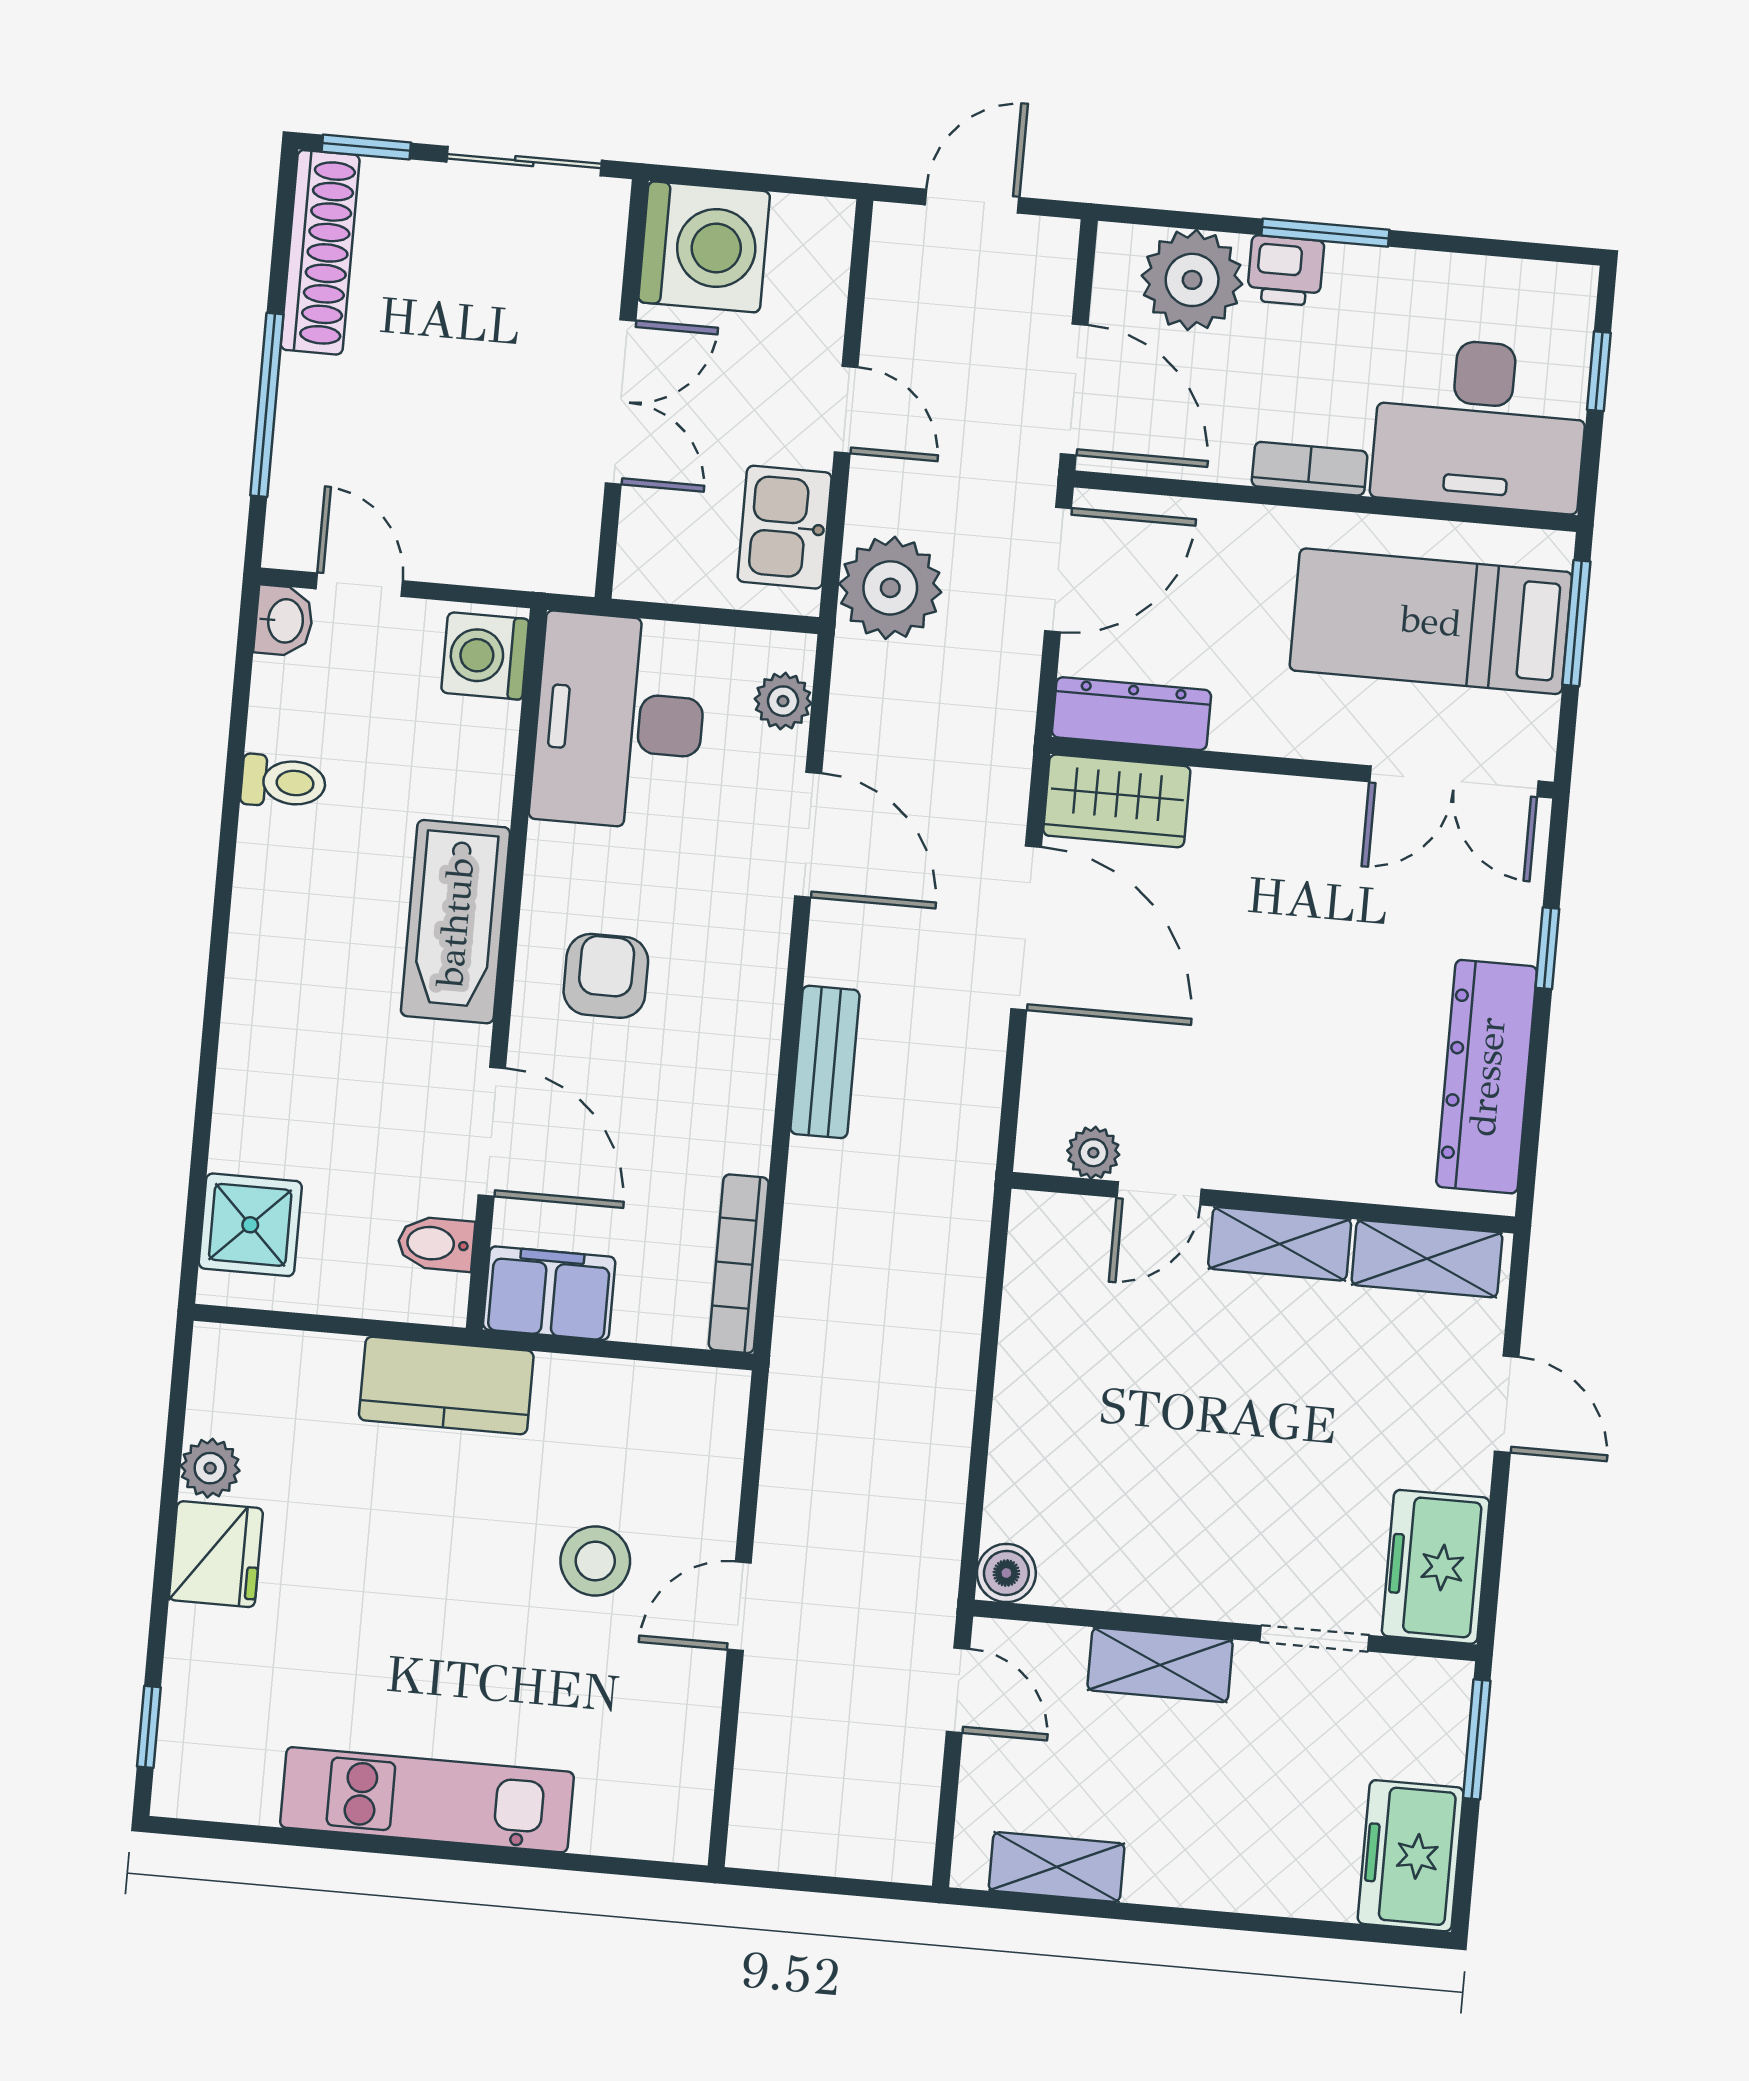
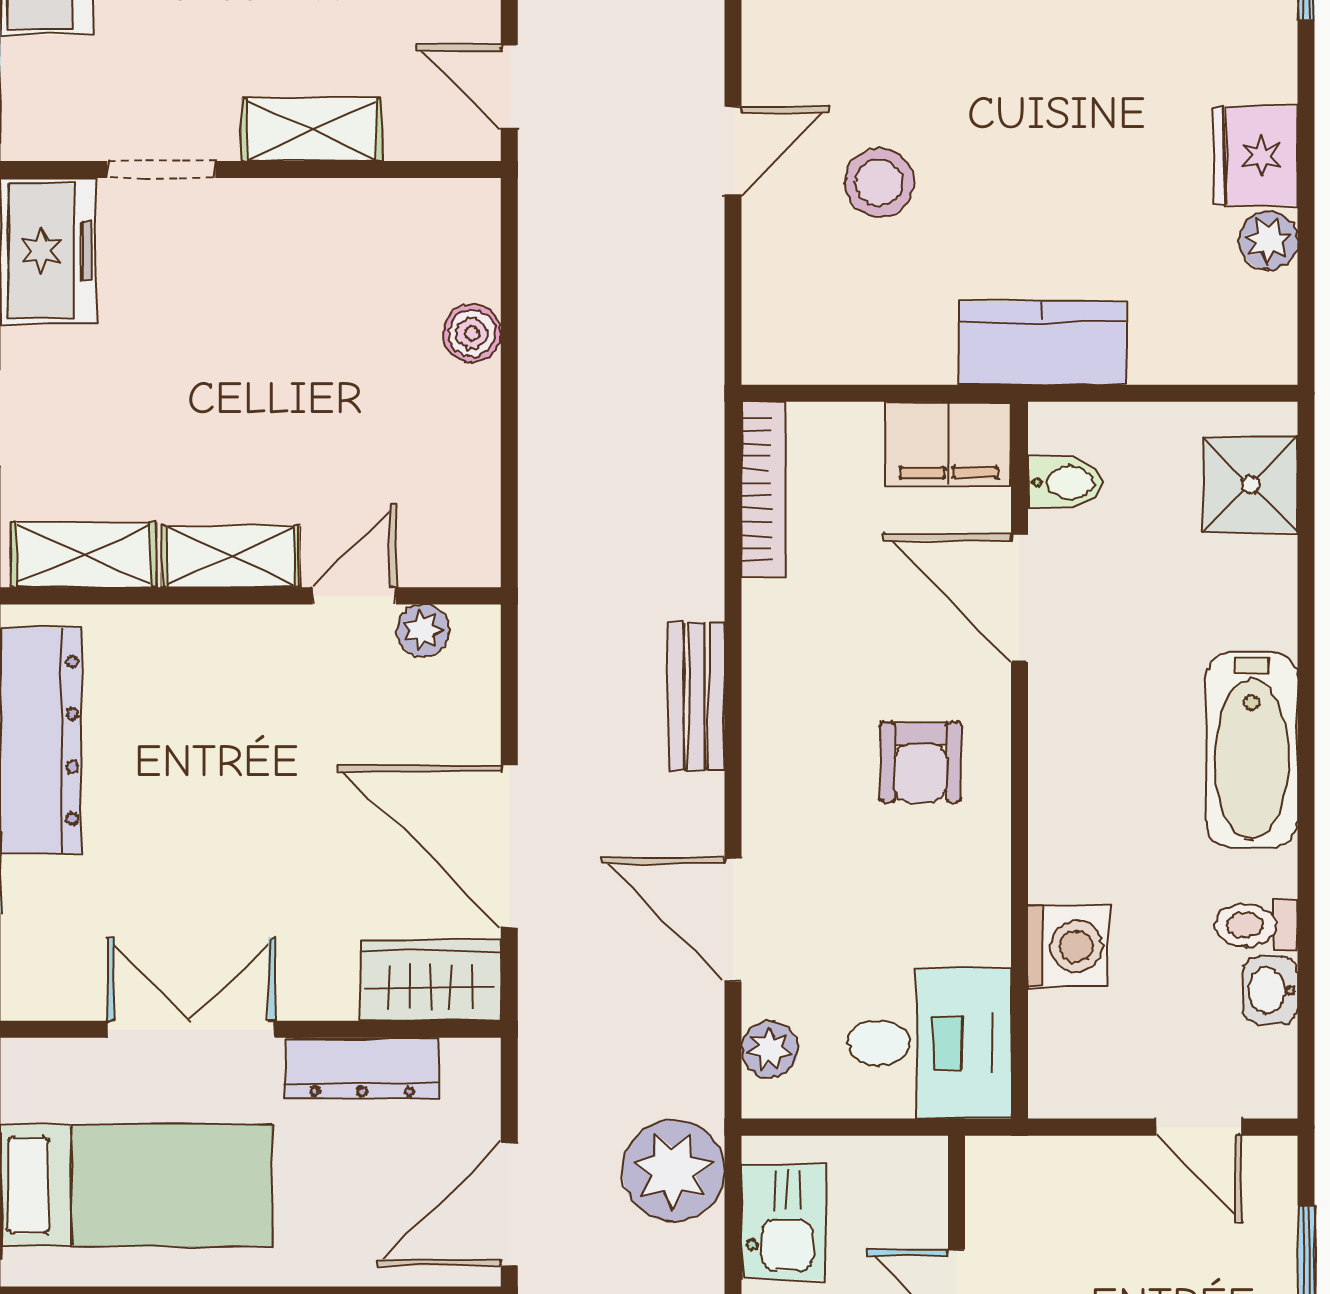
washbasin: (284, 621) -> (1270, 990), moved
washing machine: (485, 656) -> (1068, 946), moved
dresser: (1131, 714) -> (362, 1068), moved
desk: (619, 721) -> (929, 1043), width x0.73
double door: (1454, 781) -> (191, 1029), moved
bathtub: (455, 922) -> (1252, 749), moved, turned 180
boiler: (1006, 1573) -> (472, 333), moved

